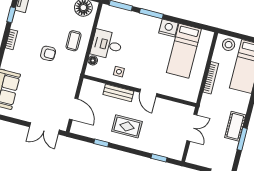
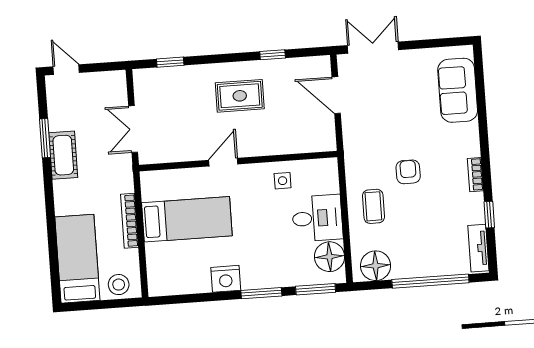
bed: (184, 51) -> (187, 219), moved, turned 90
armchair: (48, 53) -> (408, 172), turned 90
floor lamp: (93, 60) -> (329, 257), moved, width x1.89, depth x1.89
bench: (118, 93) -> (272, 146), removed
door: (148, 93) -> (223, 162), hinge flipped

